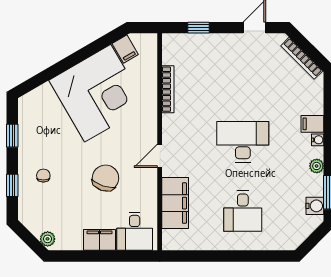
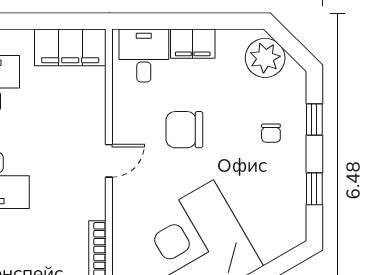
chair: (105, 178) -> (184, 130), turned 71
filing cabinet: (175, 203) -> (70, 47), moved, turned -90
plant: (48, 239) -> (265, 58), width x1.87, depth x1.87

